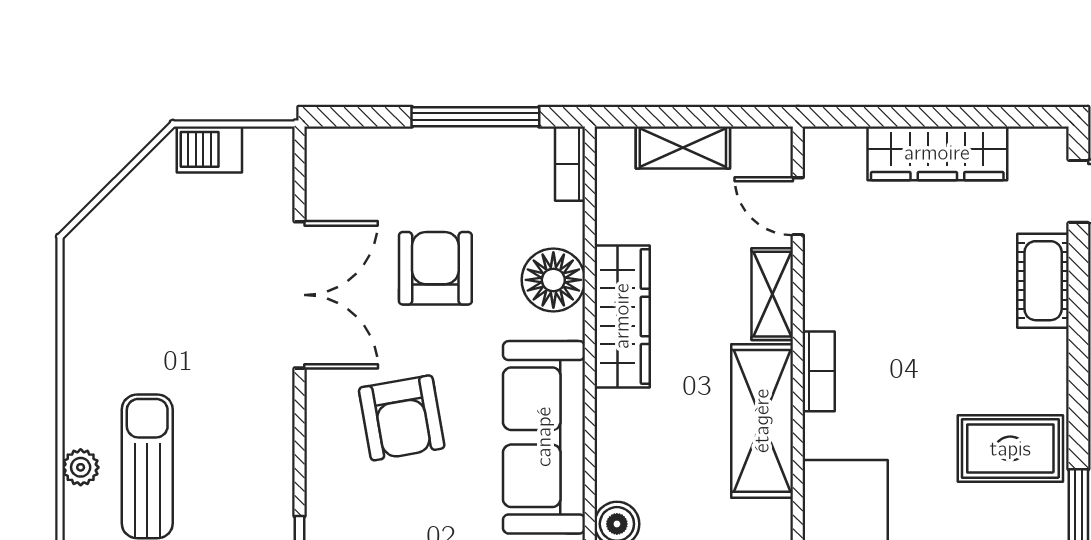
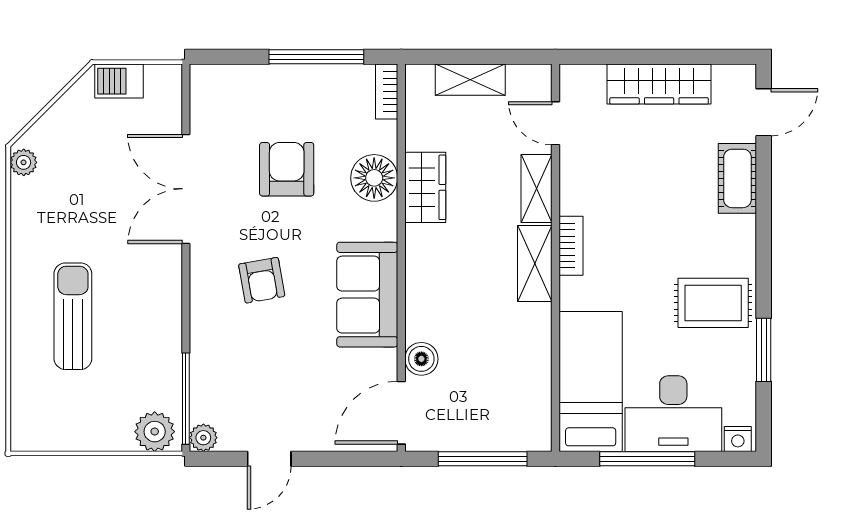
double door: (299, 295) -> (186, 189), swing flipped
wardrobe: (622, 316) -> (425, 187), width x0.67
armchair: (402, 418) -> (262, 280), width x0.72, depth x0.72
shelving: (762, 421) -> (535, 263), width x0.67, depth x0.75
sofa: (544, 437) -> (367, 295), width x0.73
plant: (81, 467) -> (24, 162), moved

